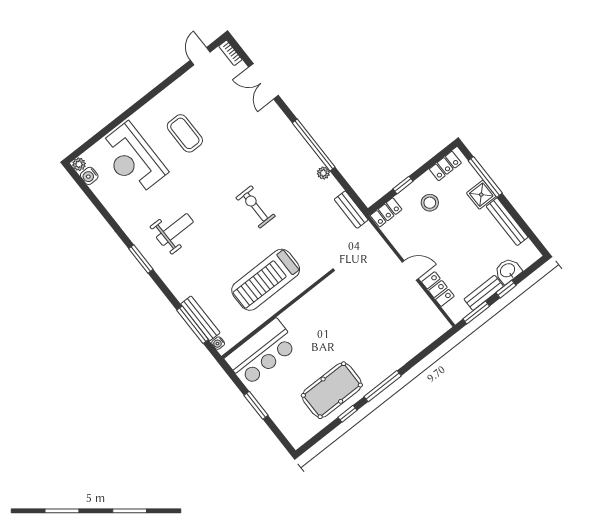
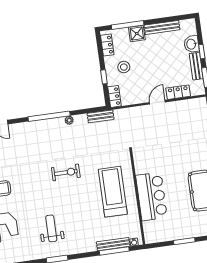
exercise bike: (256, 207) -> (66, 172), turned 180
treadmill: (266, 280) -> (113, 192), turned 180
bar counter: (261, 352) -> (151, 196), moved

